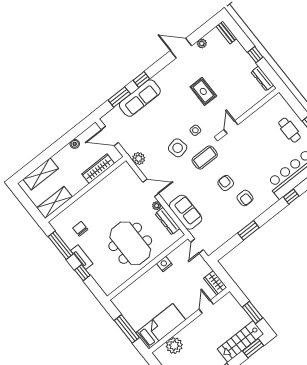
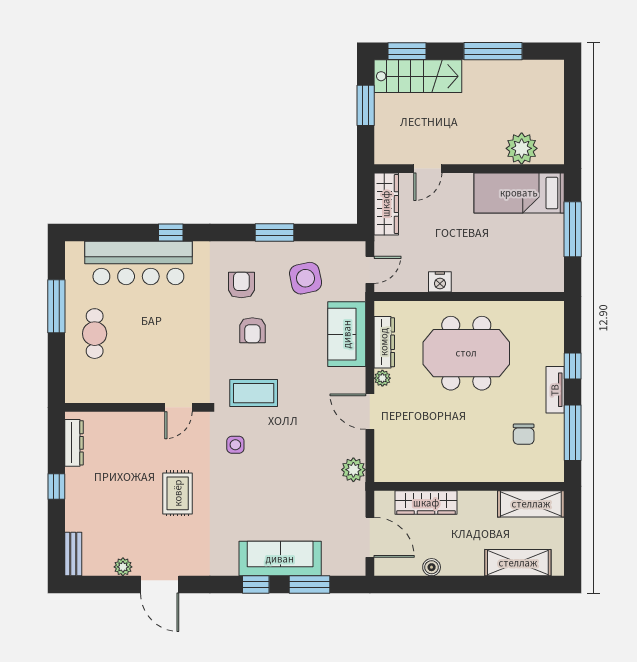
side table: (178, 148) -> (306, 278), moved
meeting table: (130, 243) -> (466, 353), turned 90
wardrobe: (215, 283) -> (386, 204), width x1.50

